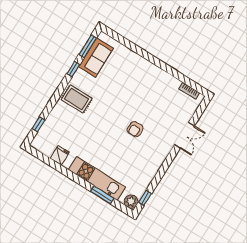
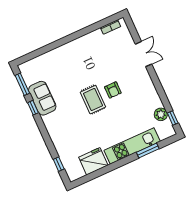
sofa: (96, 58) -> (42, 98), moved
rug: (77, 99) -> (93, 100), moved, turned 90
fridge: (60, 155) -> (93, 161), width x1.88, depth x1.34
plant: (131, 202) -> (161, 114), moved

